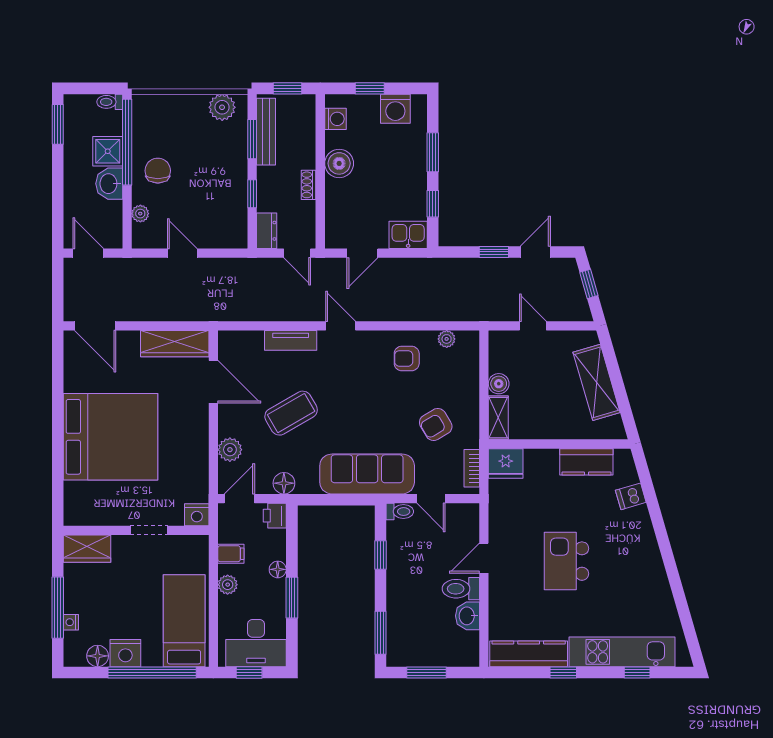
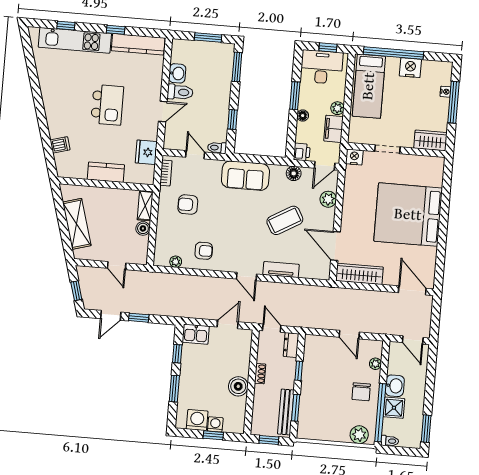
plant: (222, 107) -> (359, 435), moved
washing machine: (335, 119) -> (215, 424), moved, turned 90
armchair: (436, 424) -> (188, 205), turned -149
kitchen counter: (586, 462) -> (106, 172), moved
fridge: (506, 463) -> (146, 152), moved, turned -90
sofa: (367, 474) -> (245, 176), width x0.73
filing cabinet: (231, 554) -> (334, 129), width x2.00
floor lamp: (98, 656) -> (429, 67), removed

